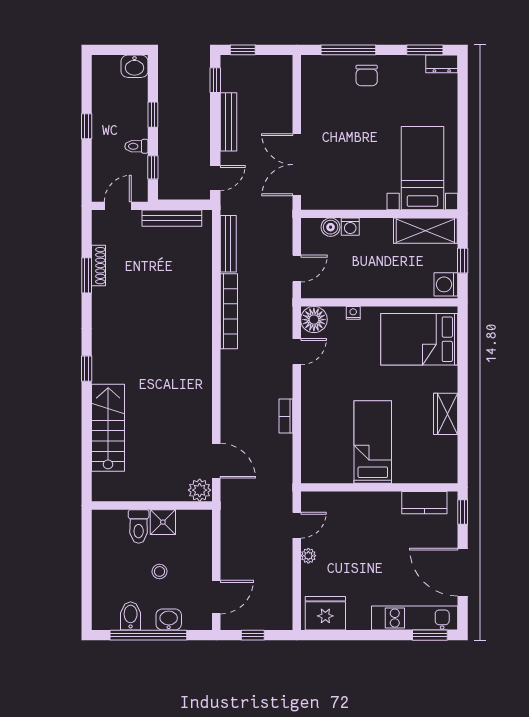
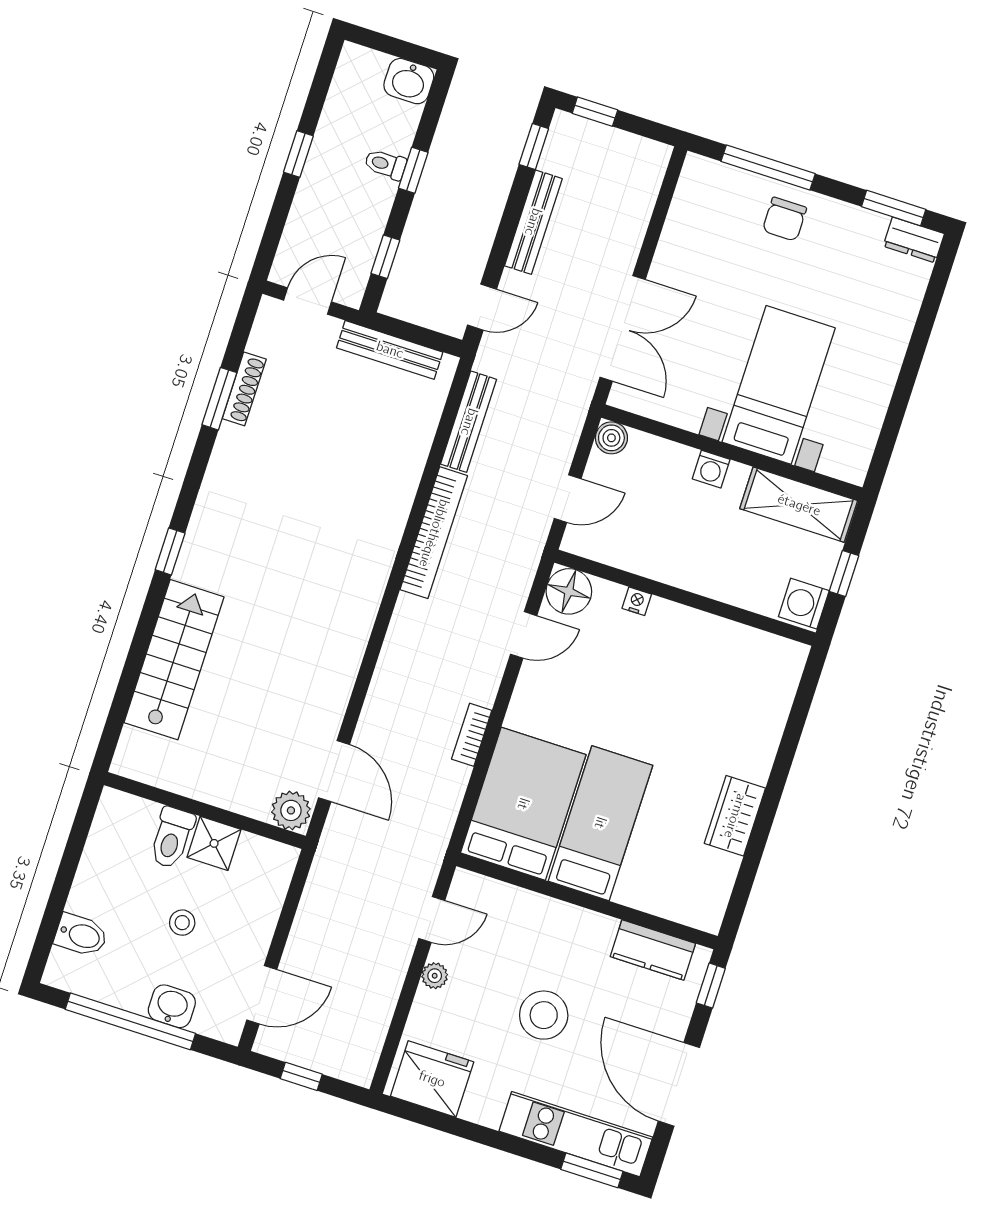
toilet: (136, 146) -> (385, 164), moved
double door: (297, 165) -> (623, 328), swing flipped
bed with nightstands: (422, 168) -> (779, 385), moved
boiler: (331, 227) -> (611, 438), moved
washing machine: (350, 227) -> (711, 469), moved
bed: (419, 339) -> (523, 804), moved, turned 90
stool: (376, 558) -> (544, 1015), added
bidet: (131, 616) -> (81, 935), moved, turned 90

